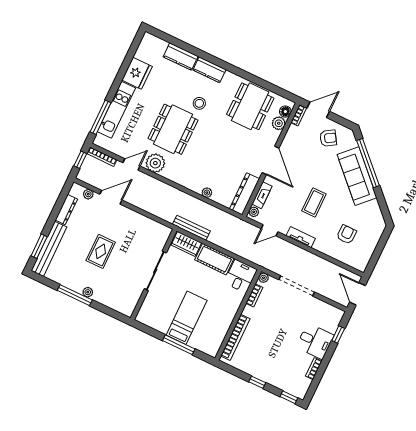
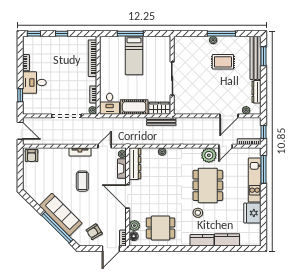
dining table: (250, 106) -> (160, 228), width x0.73
armchair: (347, 234) -> (32, 156), moved
rug: (101, 251) -> (223, 62), moved, turned 90

